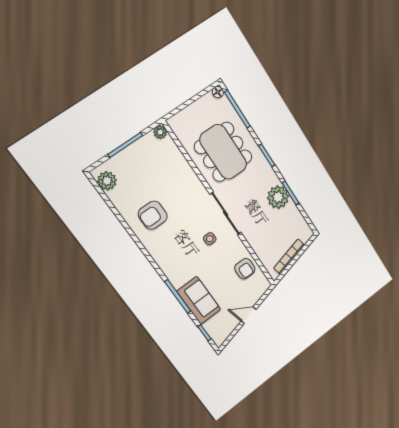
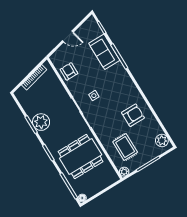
dining table: (223, 152) -> (81, 157), turned 90
rug: (161, 168) -> (125, 147), added

